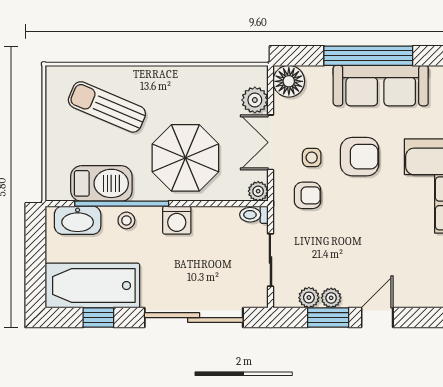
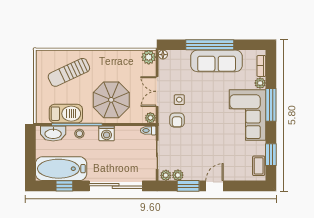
floor lamp: (289, 81) -> (163, 55), width x0.53, depth x0.53
plant: (255, 100) -> (149, 57), moved
sun lounger: (107, 107) -> (69, 72), turned -48
armchair: (360, 157) -> (205, 99), removed
armchair: (307, 195) -> (177, 120), turned 90
plant: (331, 298) -> (166, 175), moved

